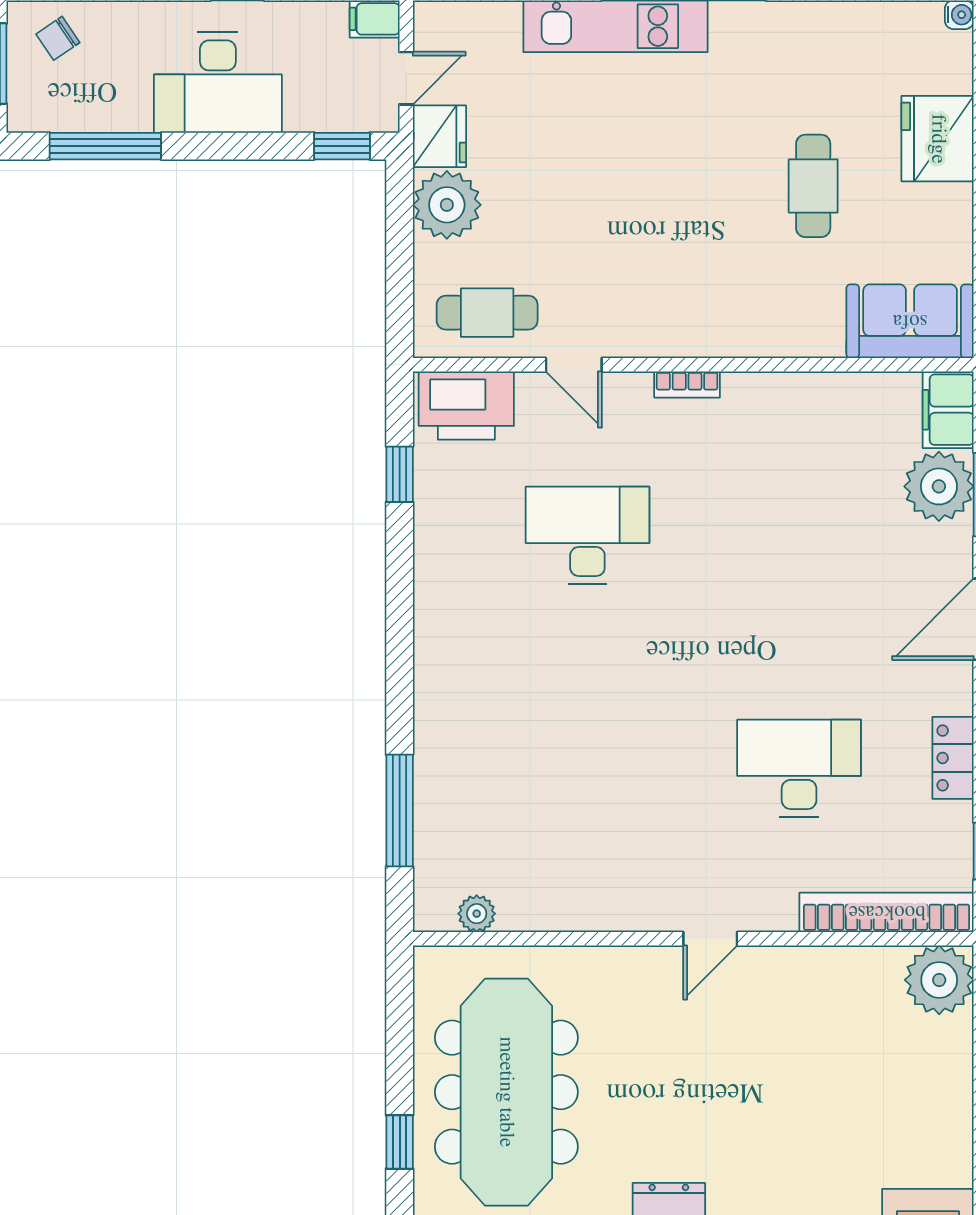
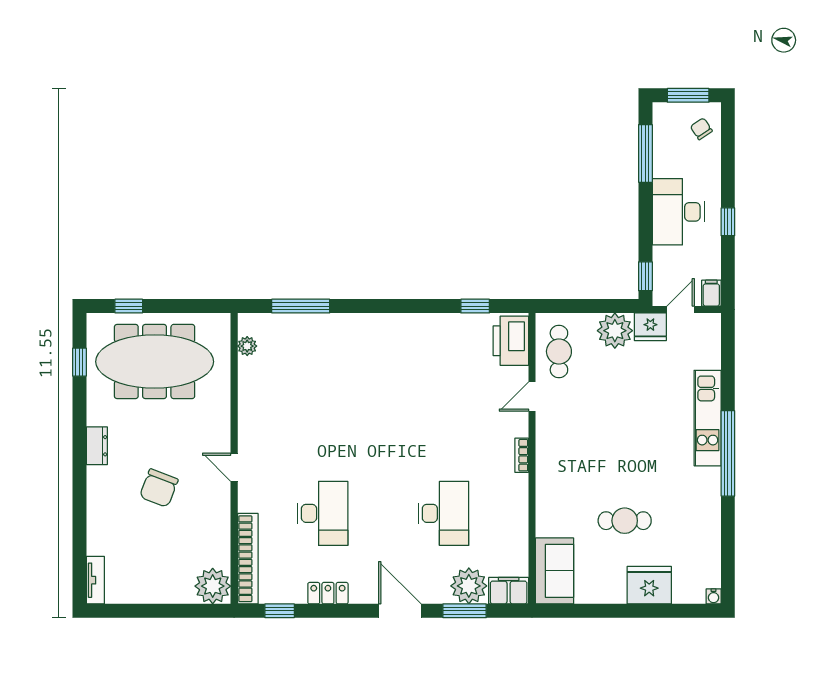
door: (406, 78) -> (681, 309), swing flipped
desk: (587, 535) -> (443, 513), moved
chair: (750, 1084) -> (159, 488), added

